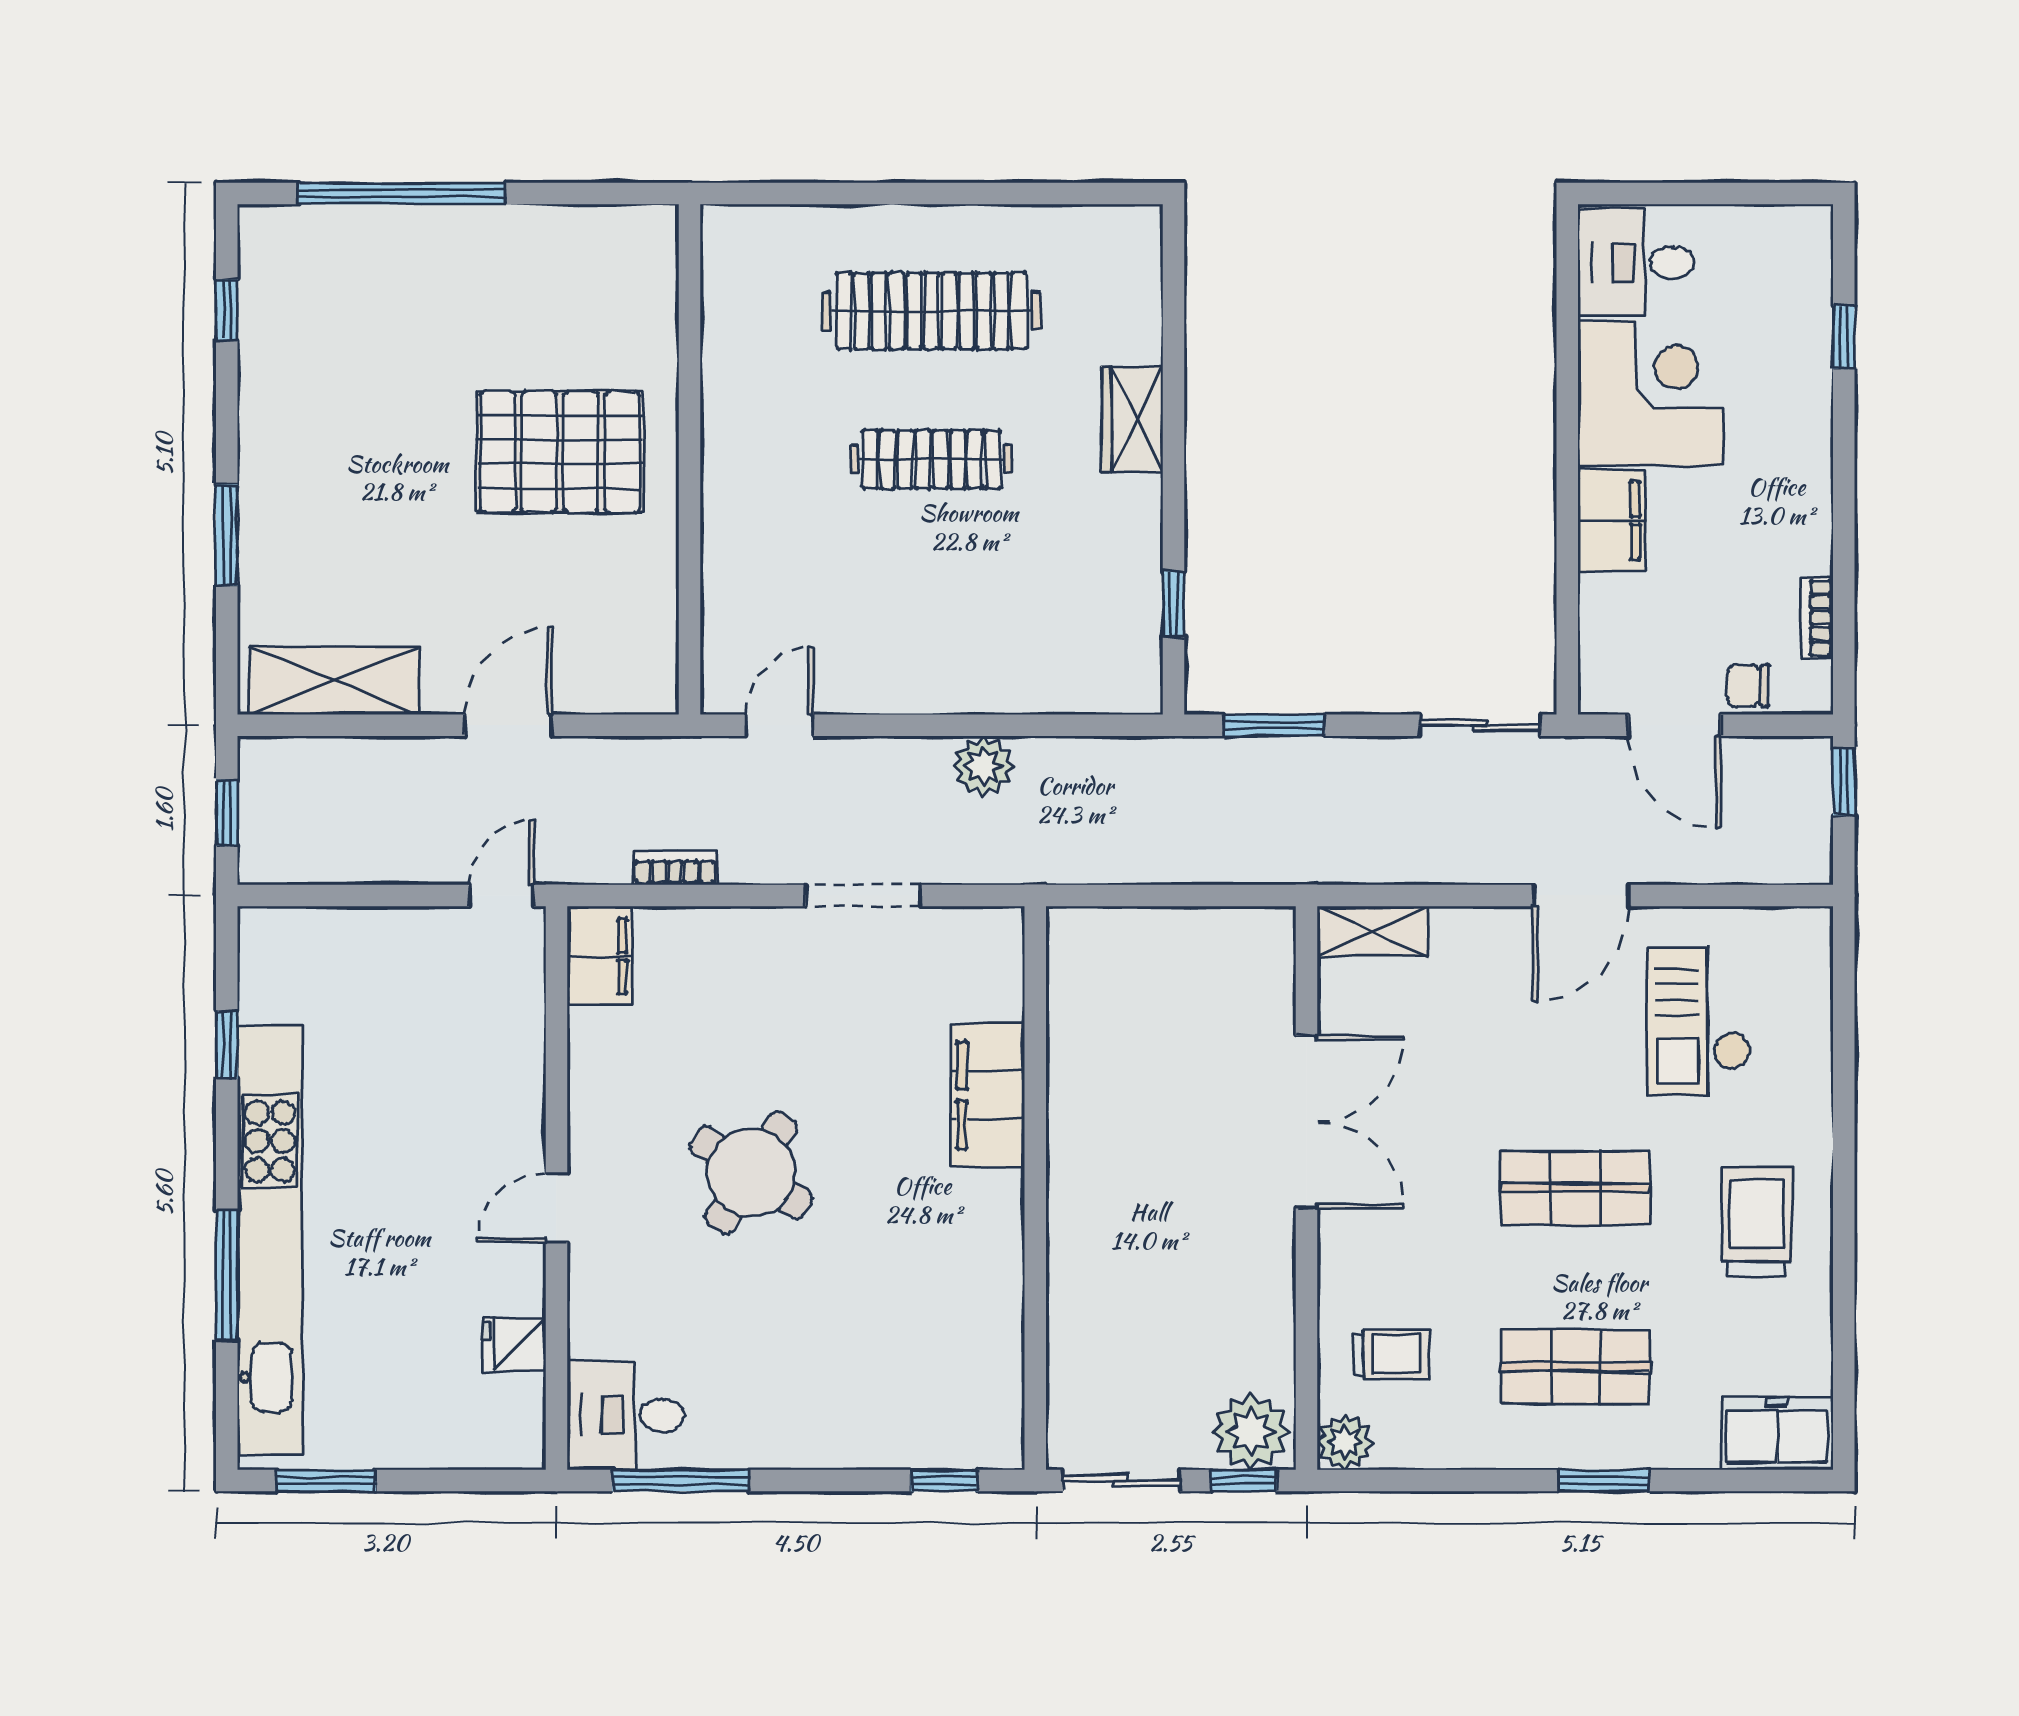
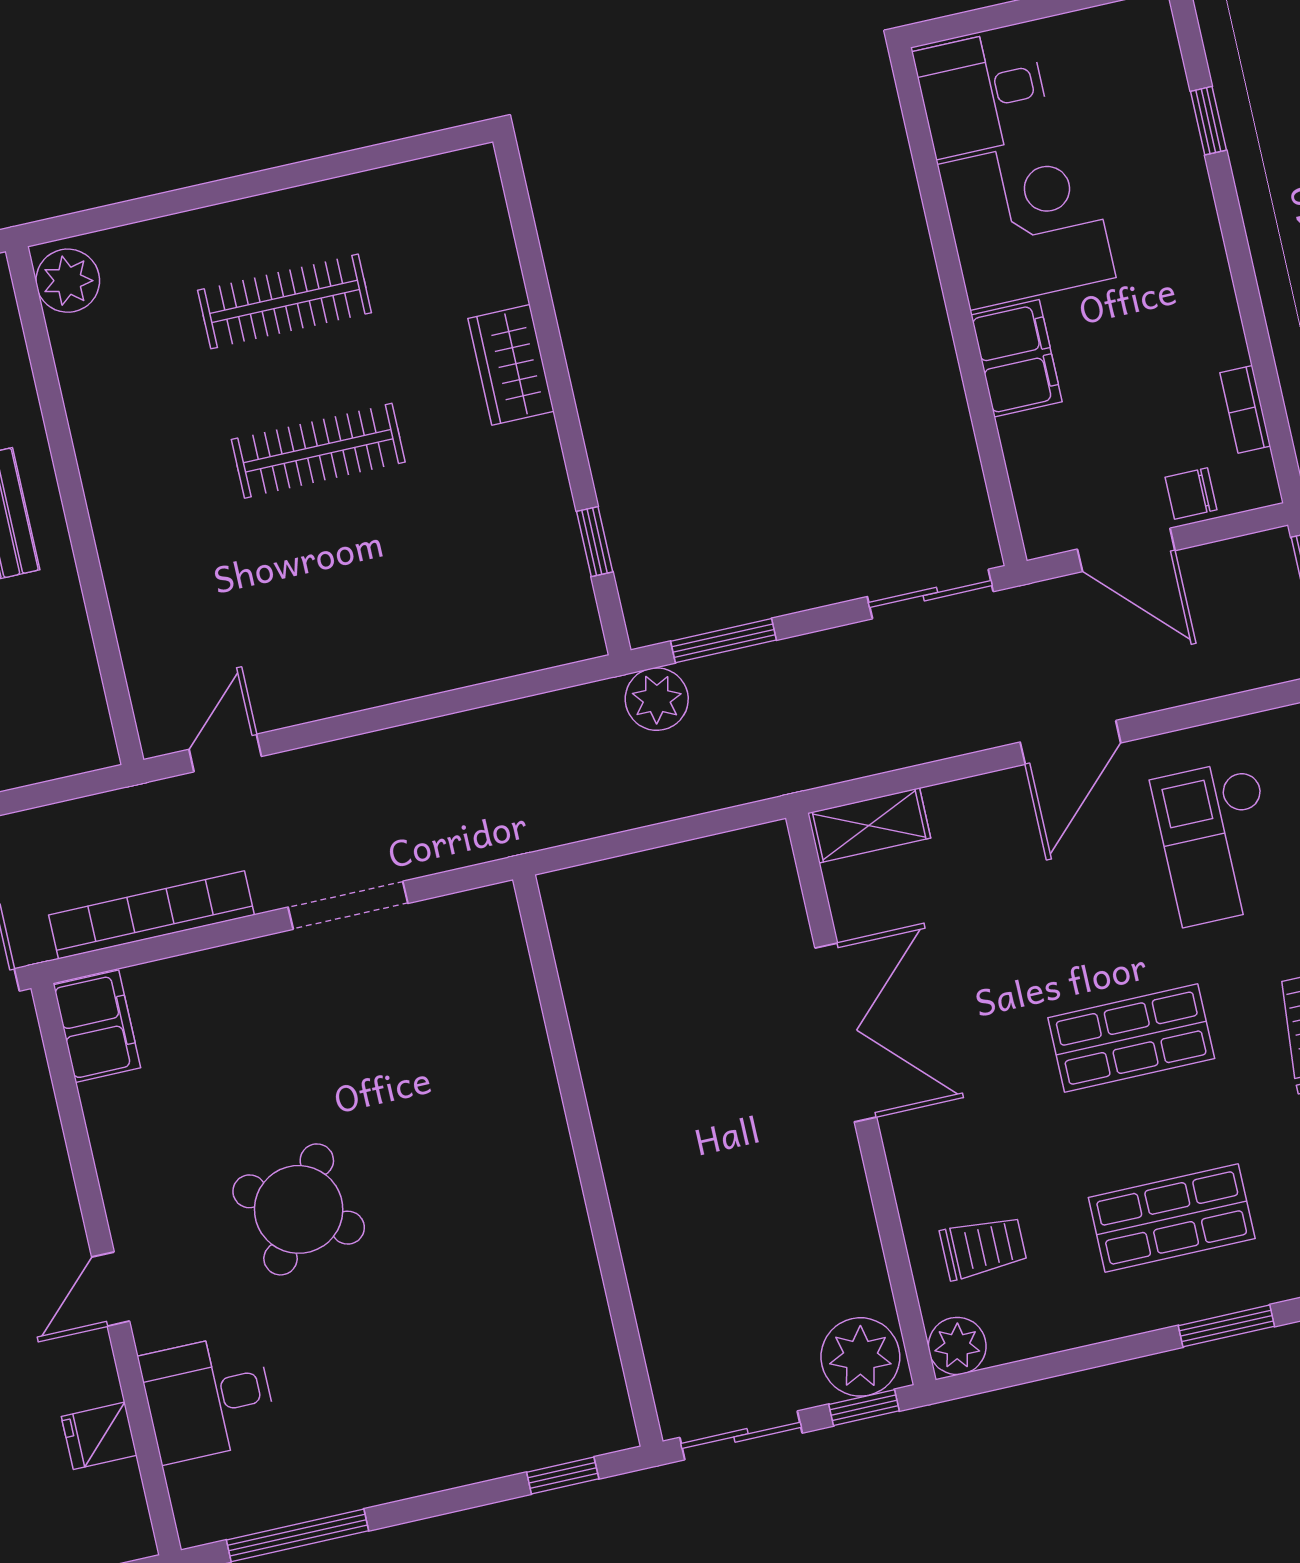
plant: (731, 245) -> (68, 281), added
clothes rail: (932, 311) -> (285, 301), width x0.73, depth x0.76
plant: (983, 766) -> (657, 699), moved
bookcase: (675, 868) -> (152, 915), width x2.31, depth x1.31
filing cabinet: (988, 1095) -> (519, 1078), removed
desk: (626, 1415) -> (208, 1398), moved

